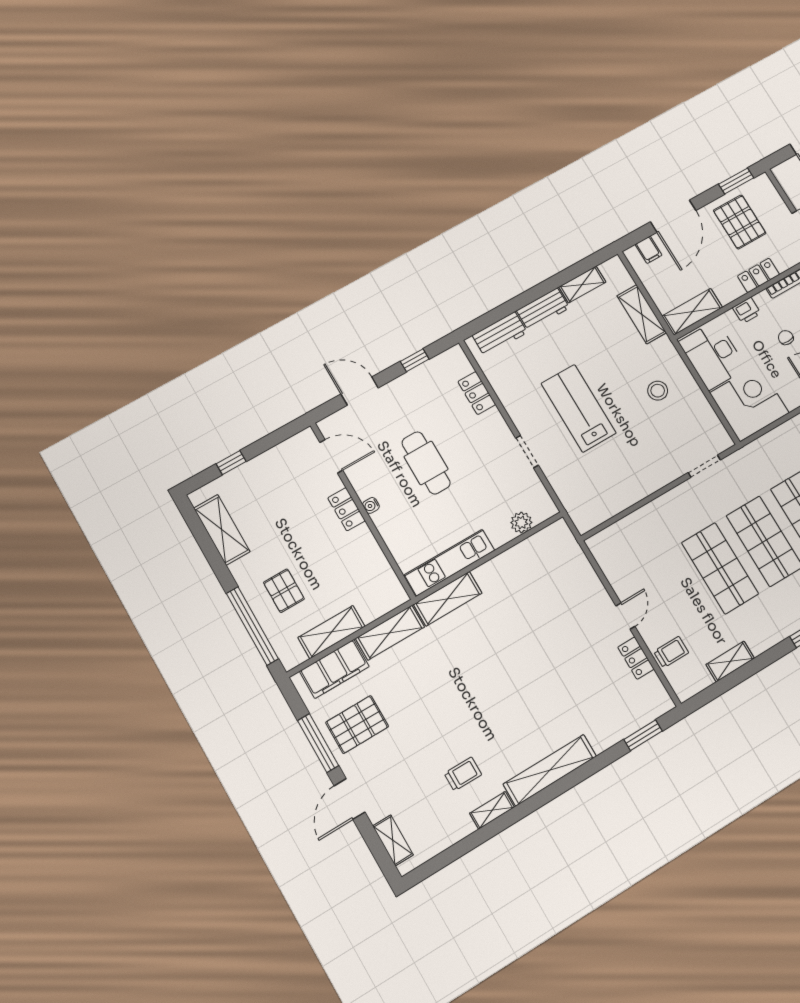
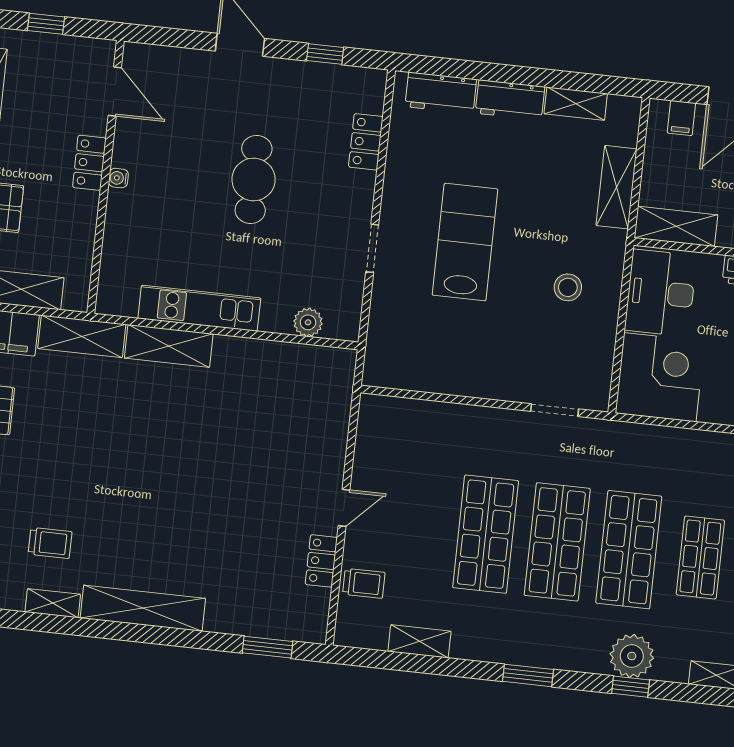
door: (331, 456) -> (115, 91), moved
water cooler: (371, 505) -> (118, 178), moved
locker: (347, 509) -> (89, 163), moved
wall: (363, 510) -> (105, 177), moved

